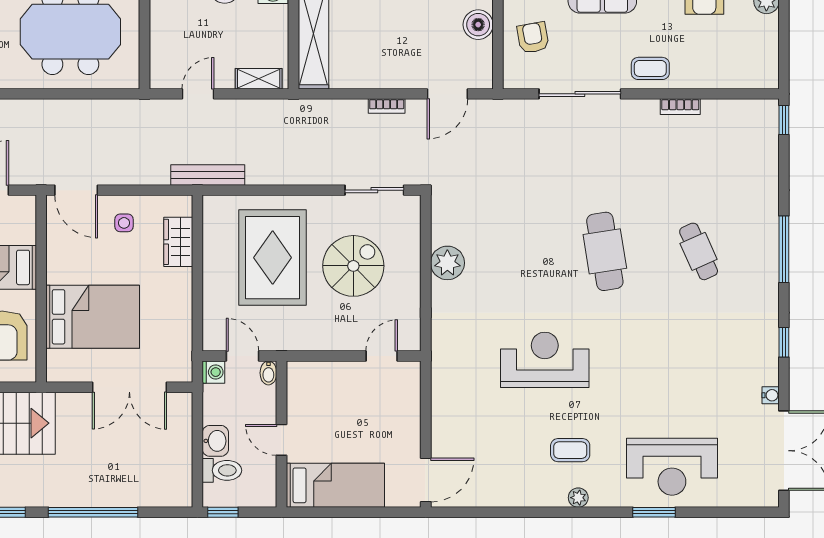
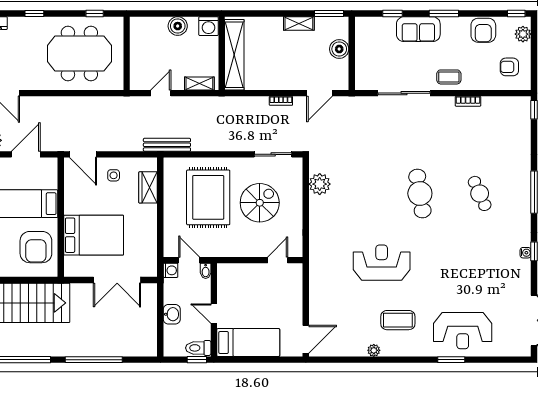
armchair: (533, 38) -> (509, 67), moved, turned -80
plant: (447, 263) -> (320, 184), moved
water cooler: (771, 395) -> (526, 253), moved
coffee table: (570, 450) -> (398, 320), width x1.36, depth x1.30
toilet: (222, 470) -> (198, 348), moved, turned 180
plant: (578, 498) -> (374, 350), moved
window: (223, 512) -> (197, 360), moved

